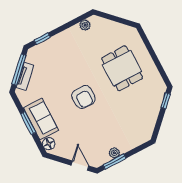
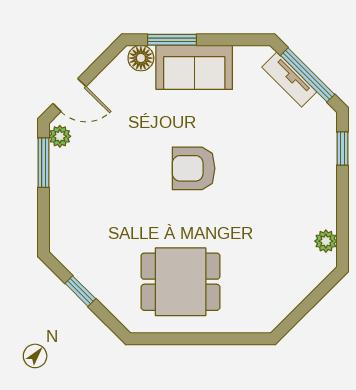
dining table: (122, 68) -> (181, 282), moved
window: (166, 101) -> (80, 291), moved
window: (28, 123) -> (172, 40), moved
plant: (114, 153) -> (60, 136), moved

